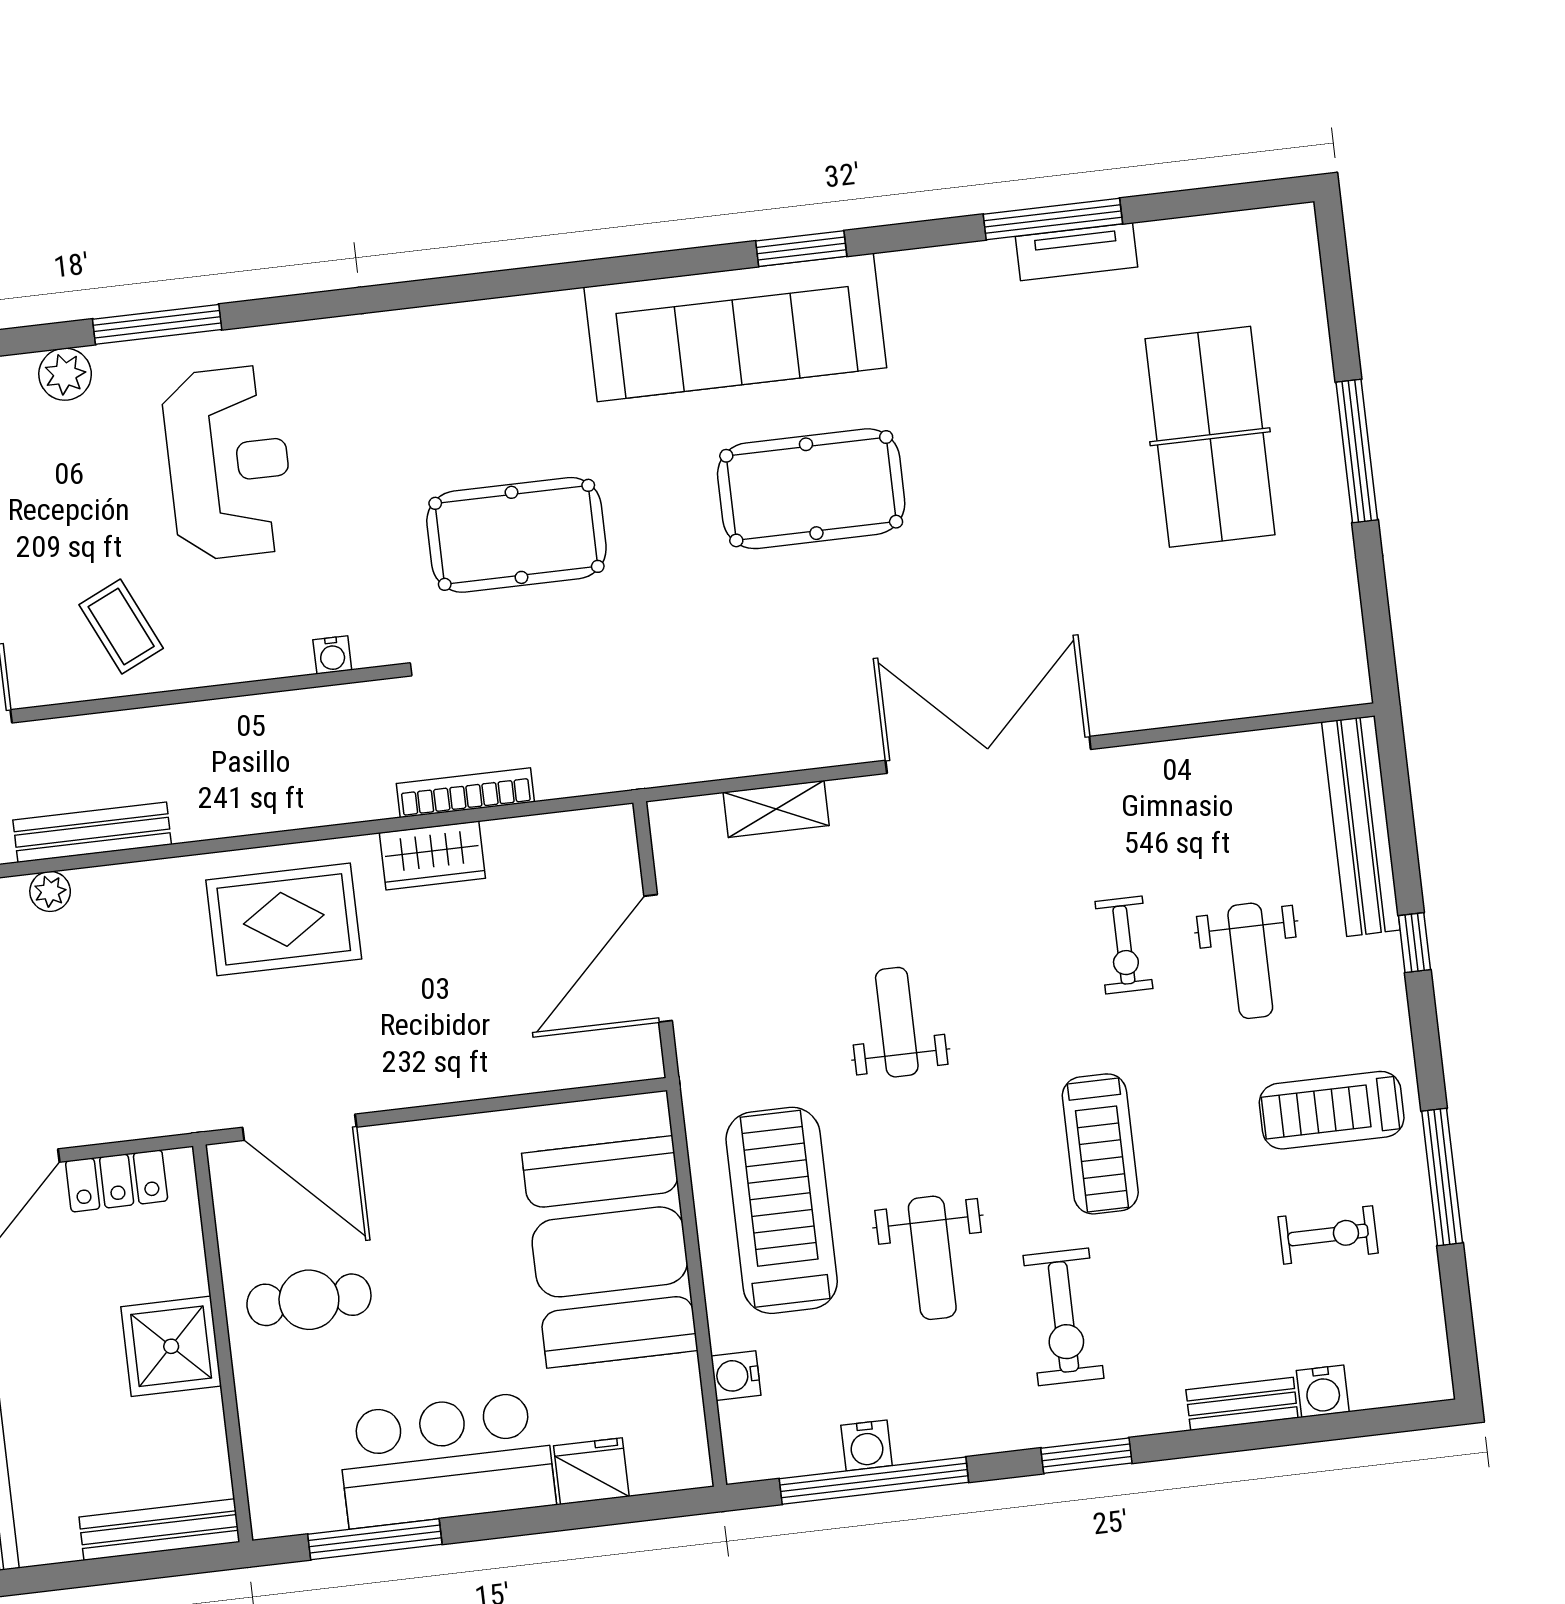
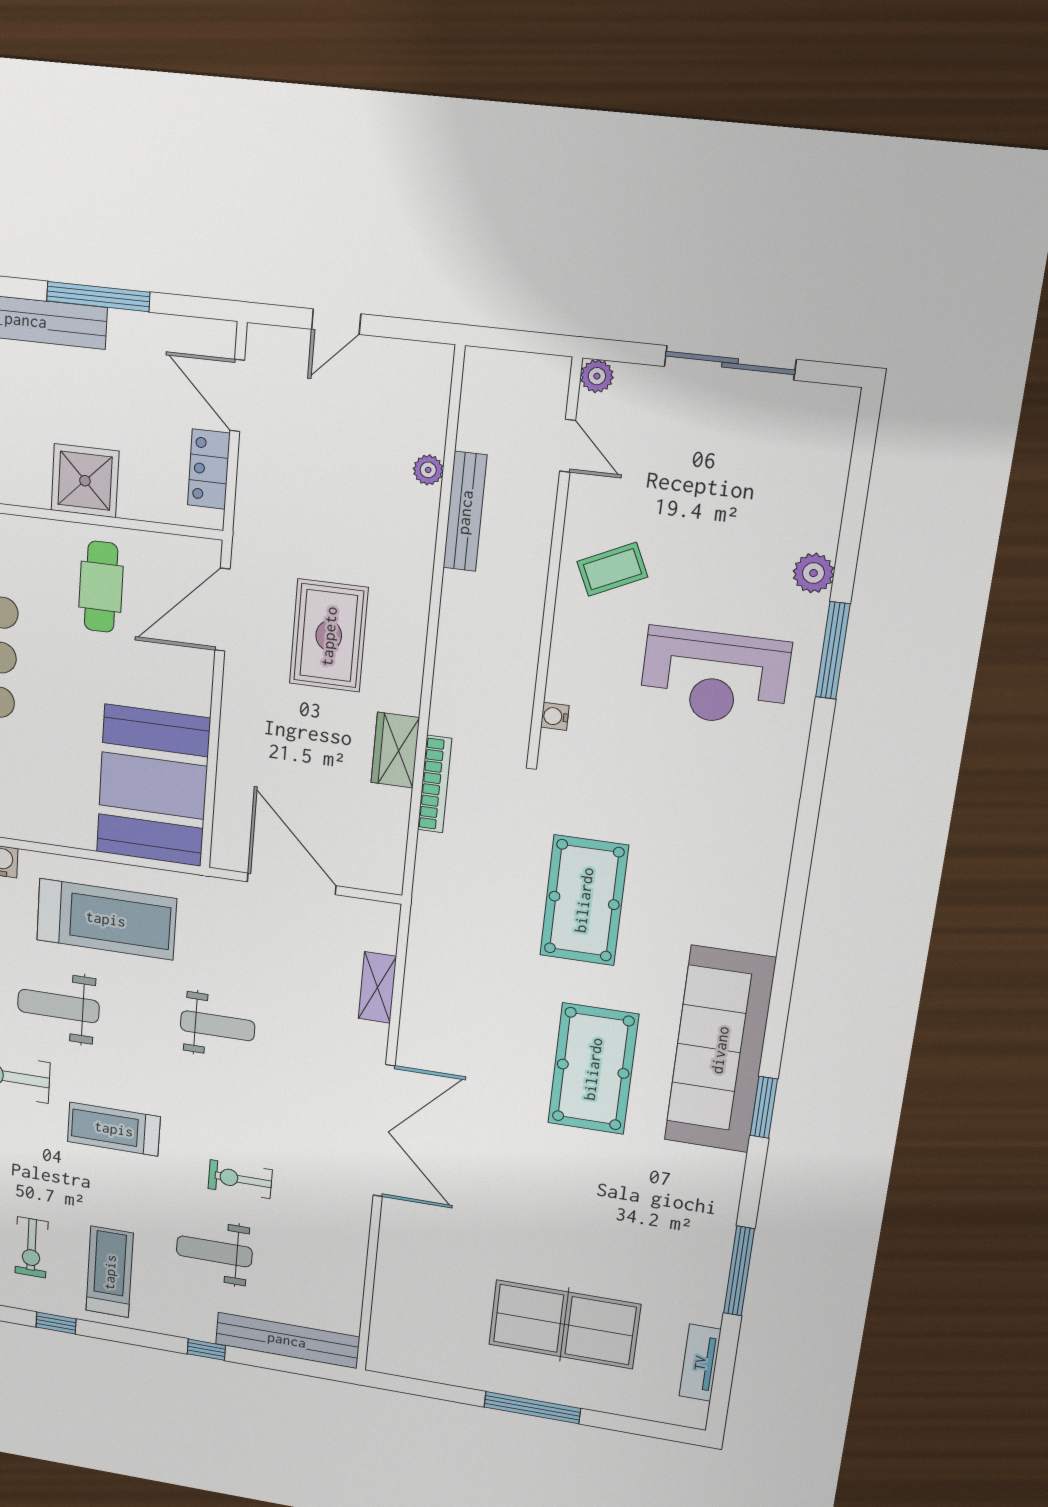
tv unit: (1077, 252) -> (700, 1363), moved
pool table: (516, 535) -> (584, 900), moved
rug: (284, 919) -> (329, 636), moved
window: (1442, 1177) -> (56, 1323), width x0.46
booth: (610, 1252) -> (153, 786), moved, turned 90

